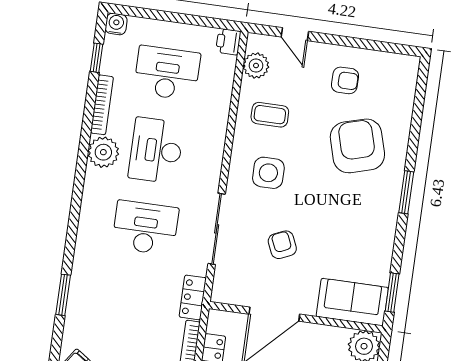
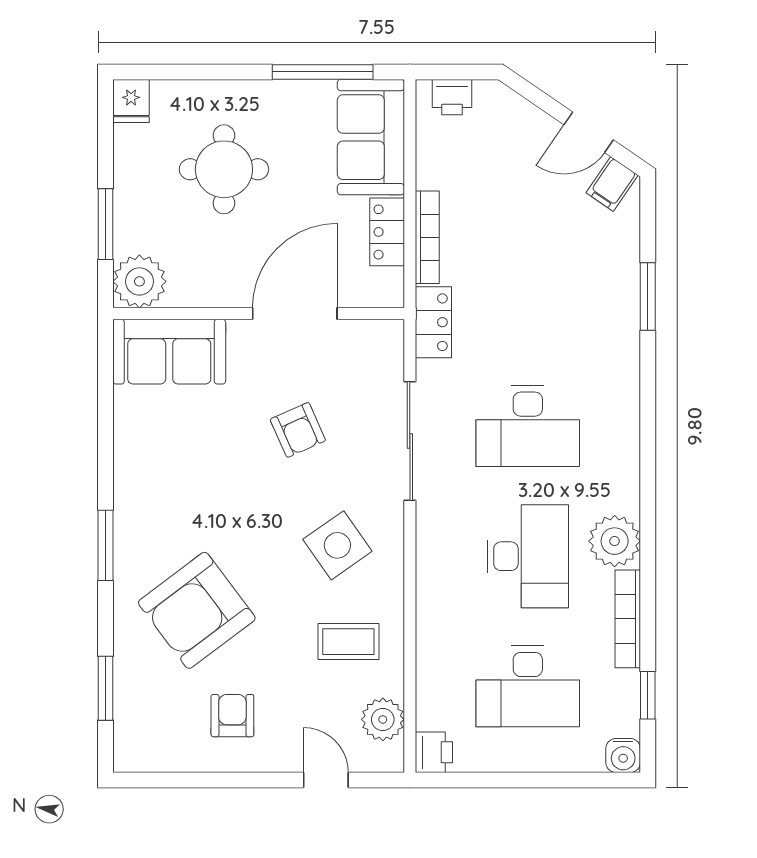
armchair: (345, 80) -> (232, 716), turned 90
armchair: (357, 146) -> (197, 610), turned 69
side table: (268, 173) -> (337, 545), turned -35
window: (392, 292) -> (106, 688), moved

